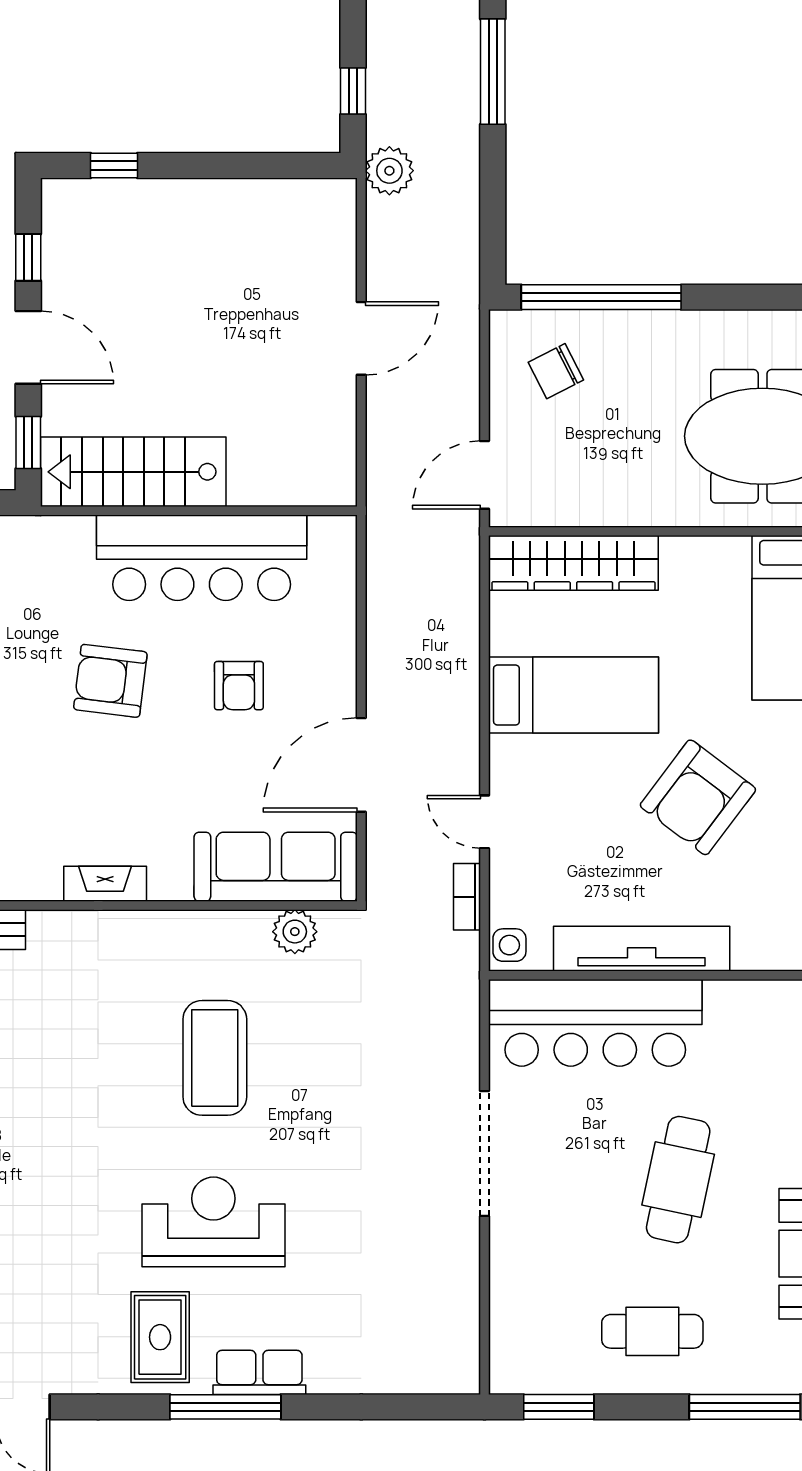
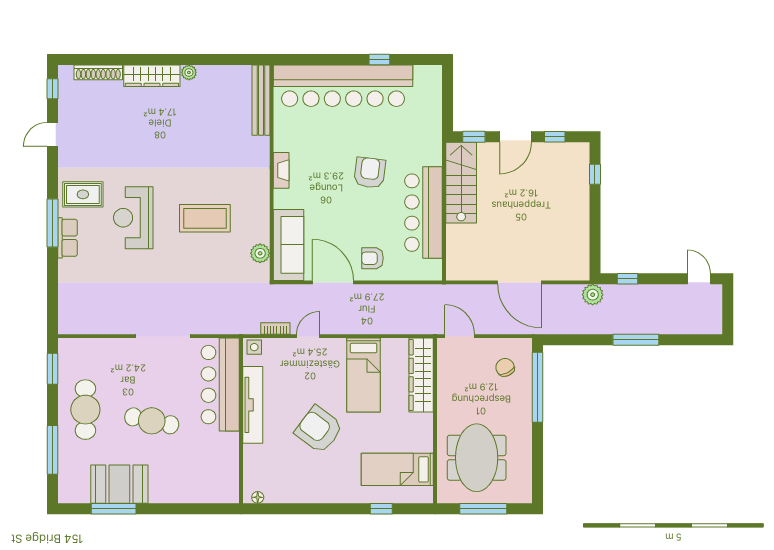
door: (361, 338) -> (519, 282), width x1.36
armchair: (239, 686) -> (372, 258), moved
reception desk: (213, 1222) -> (133, 218), turned 180
cafe table: (652, 1331) -> (85, 410), width x1.37, depth x1.35

